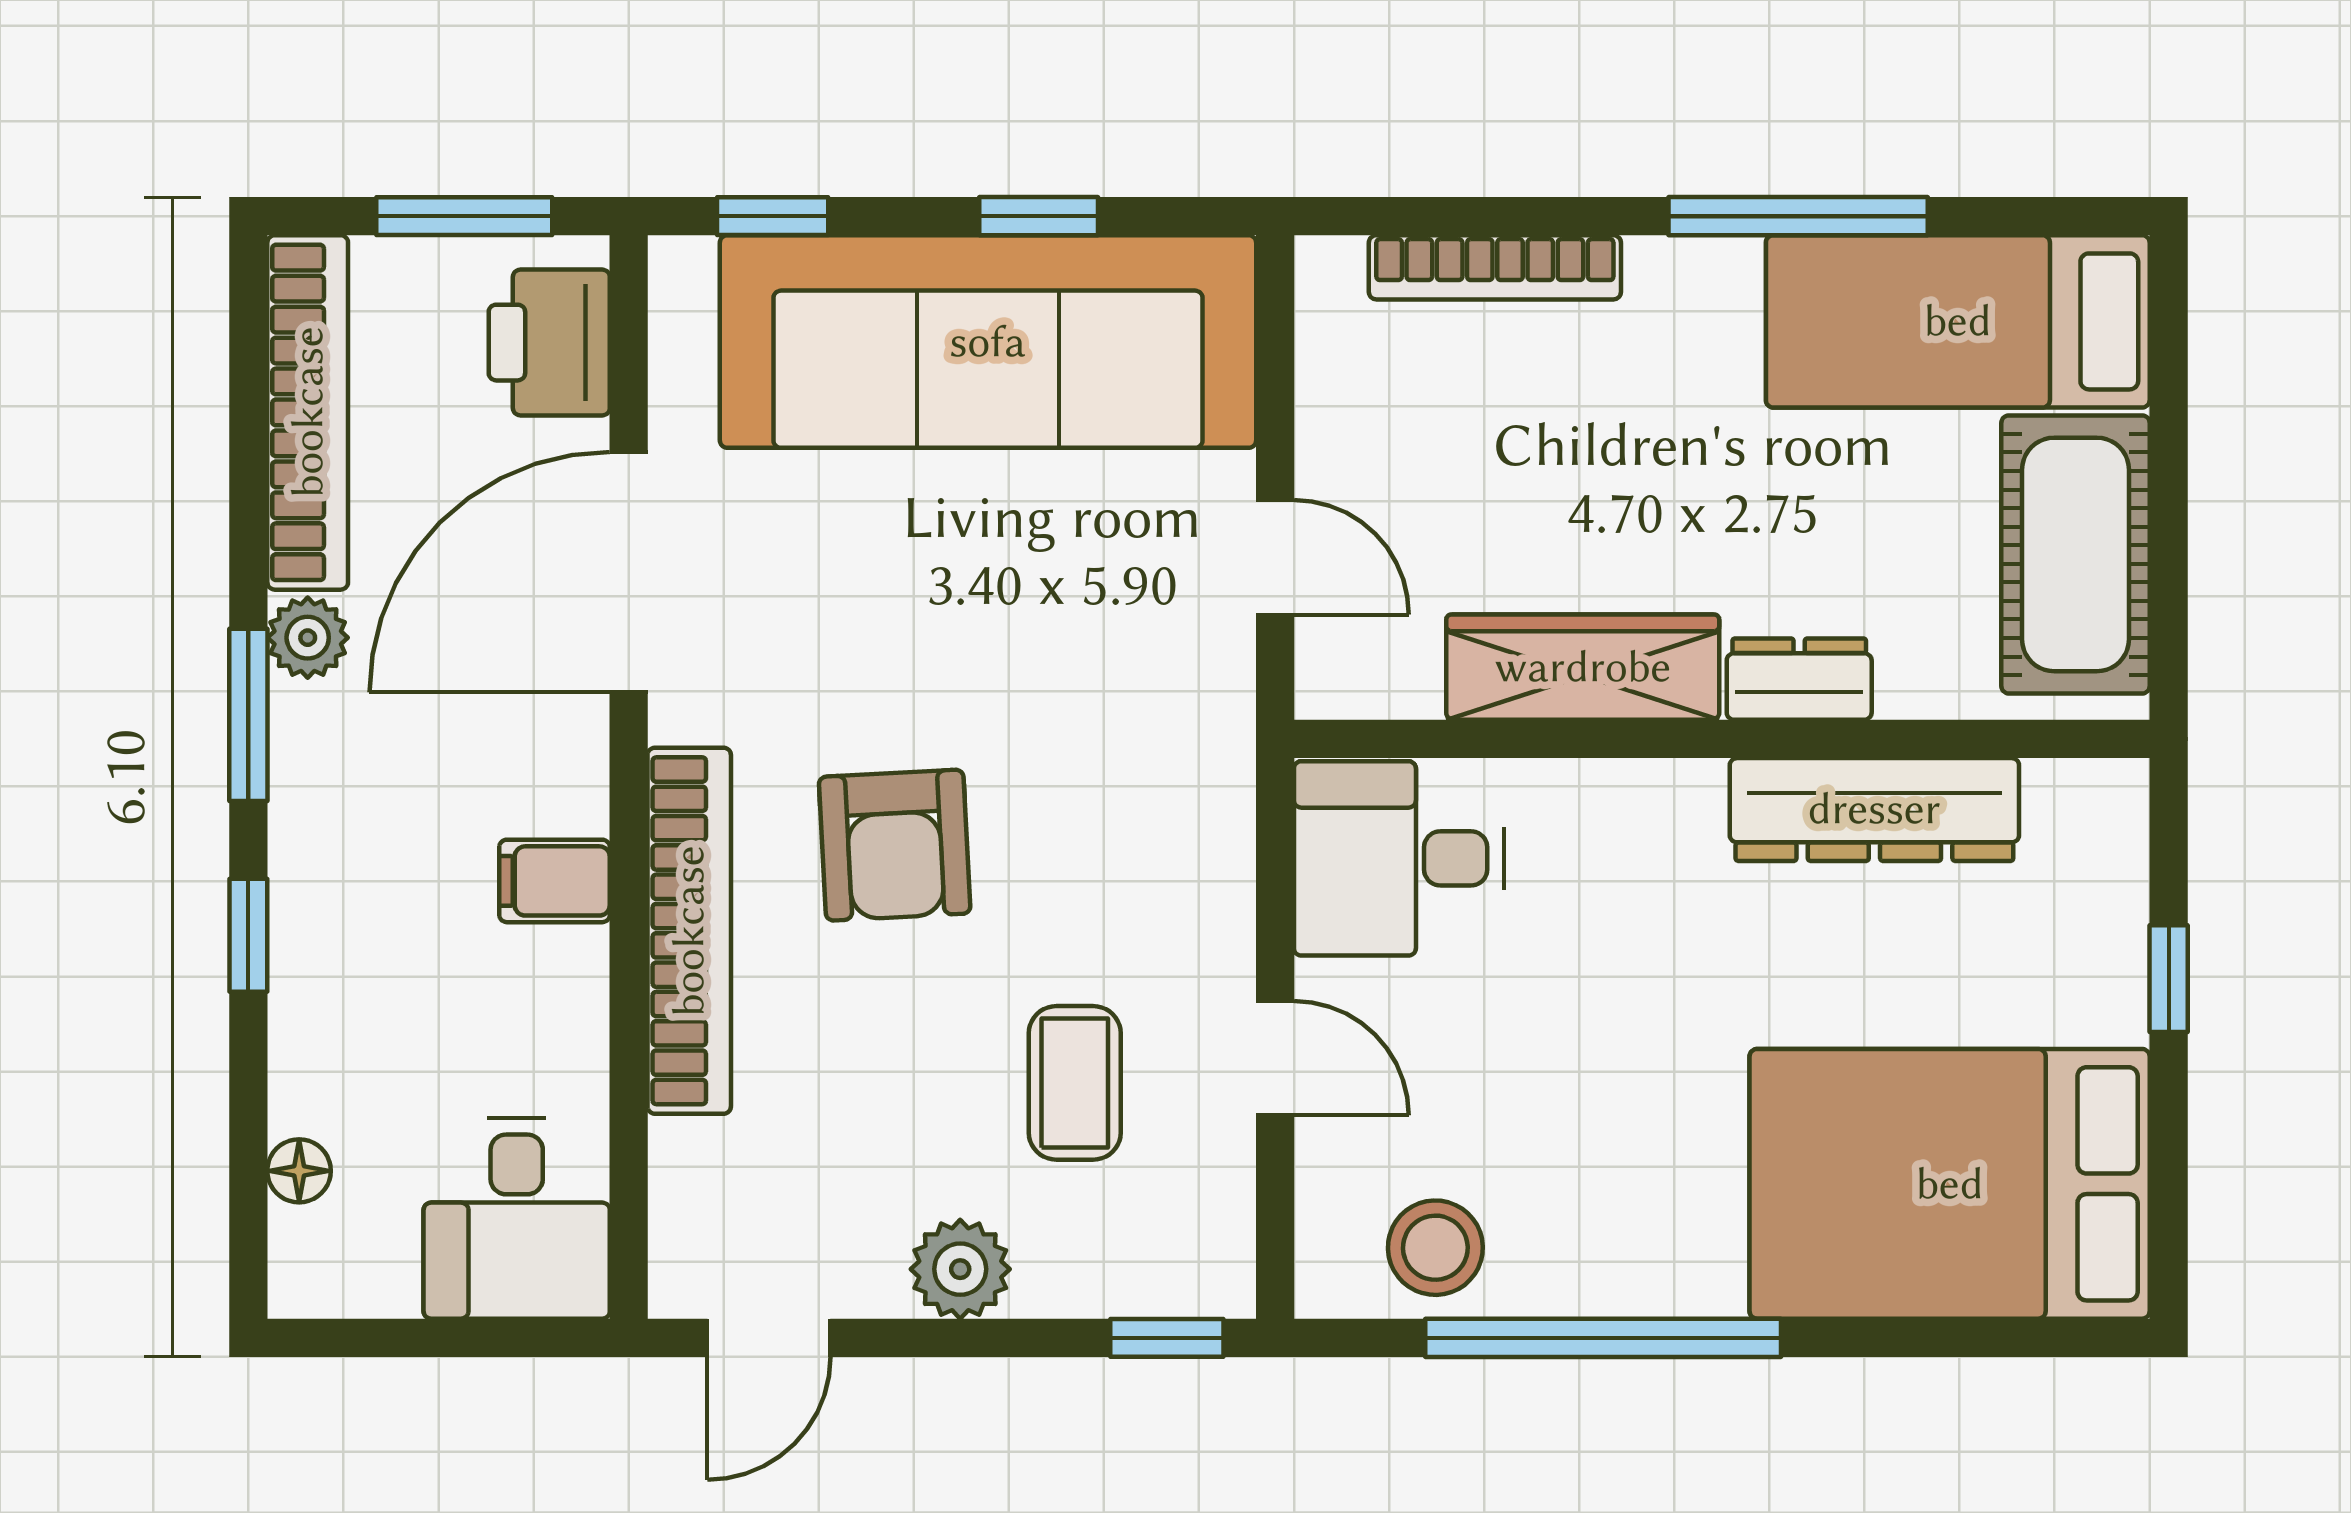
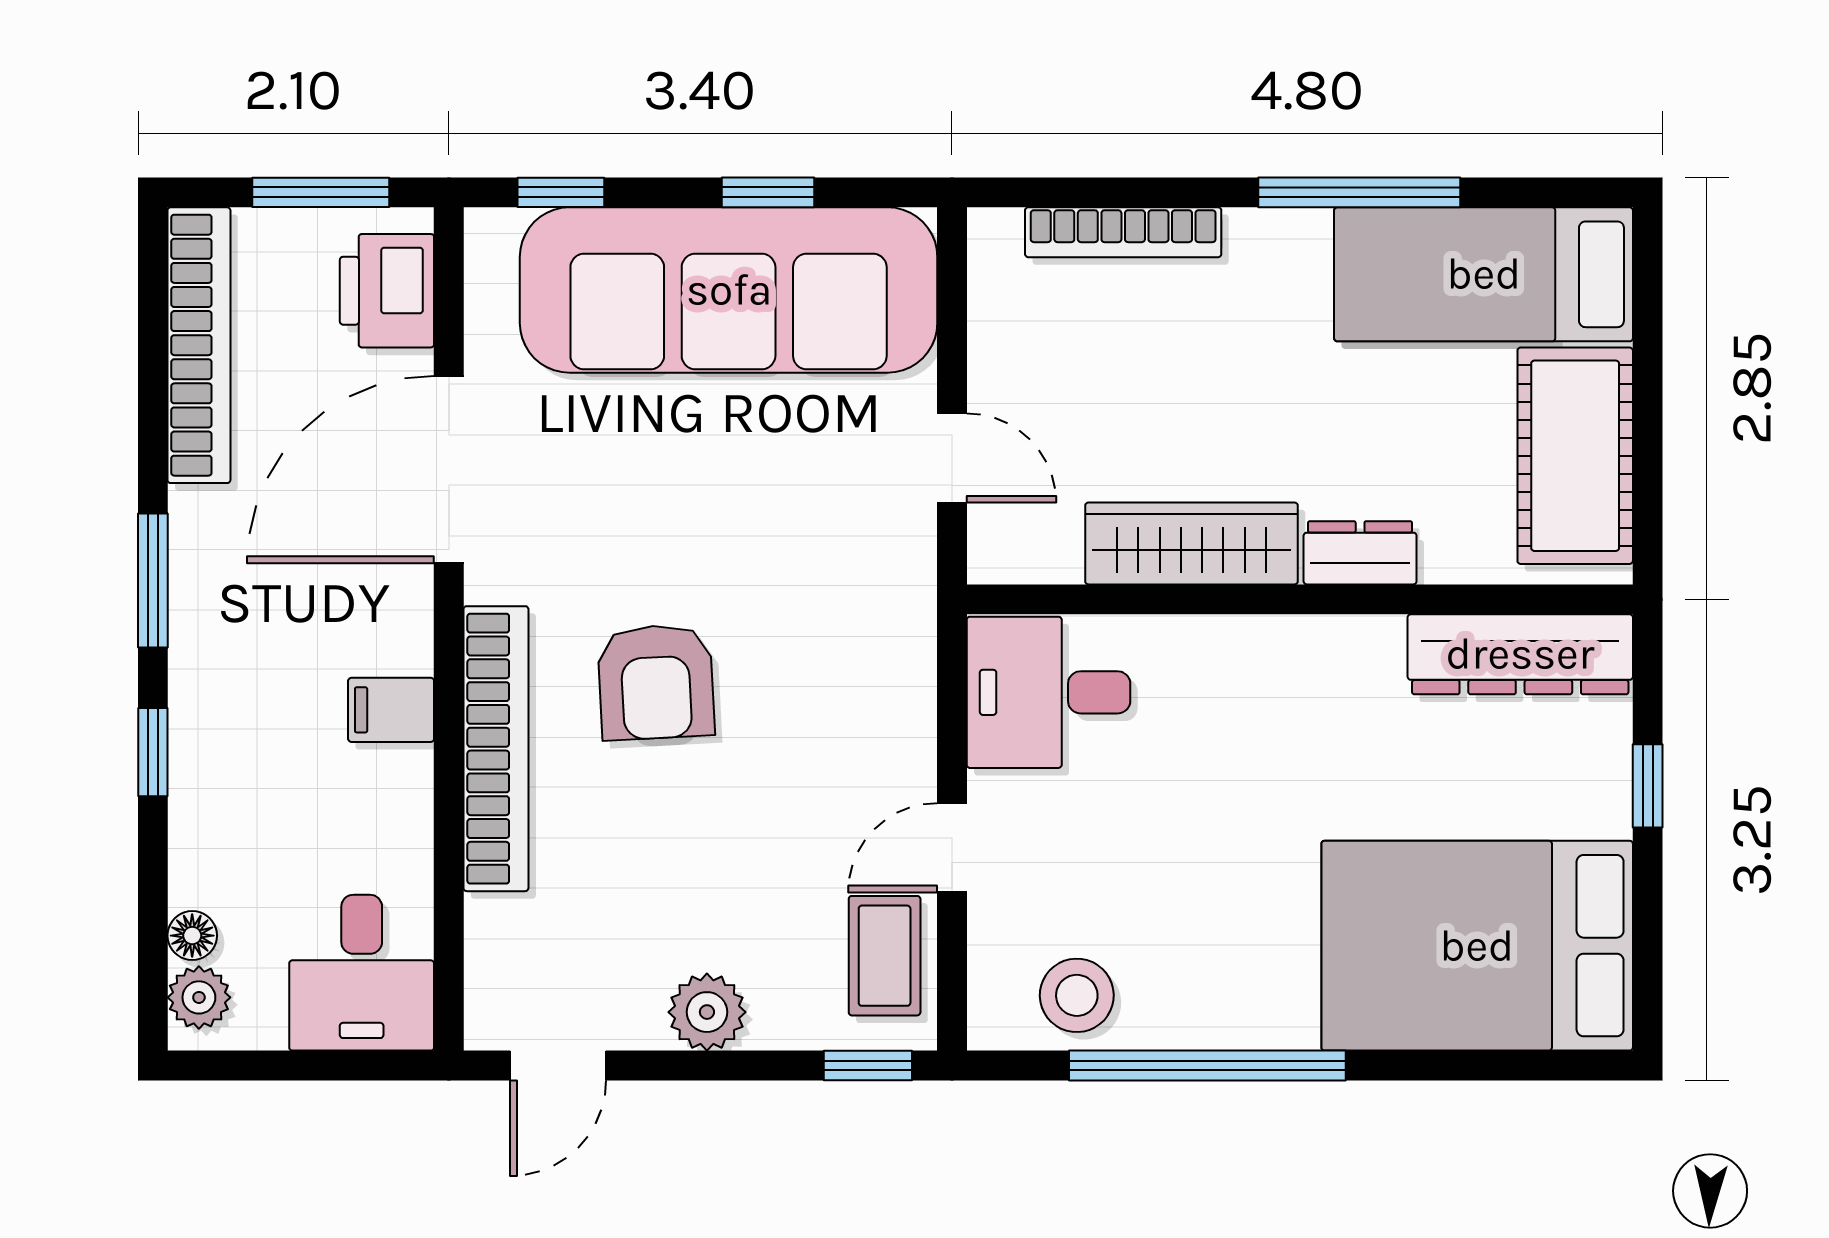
plant: (308, 638) -> (199, 997), moved
dresser: (1874, 809) -> (1520, 654), moved
door: (1275, 1058) -> (952, 848), swing flipped
coffee table: (1075, 1083) -> (885, 956), moved

